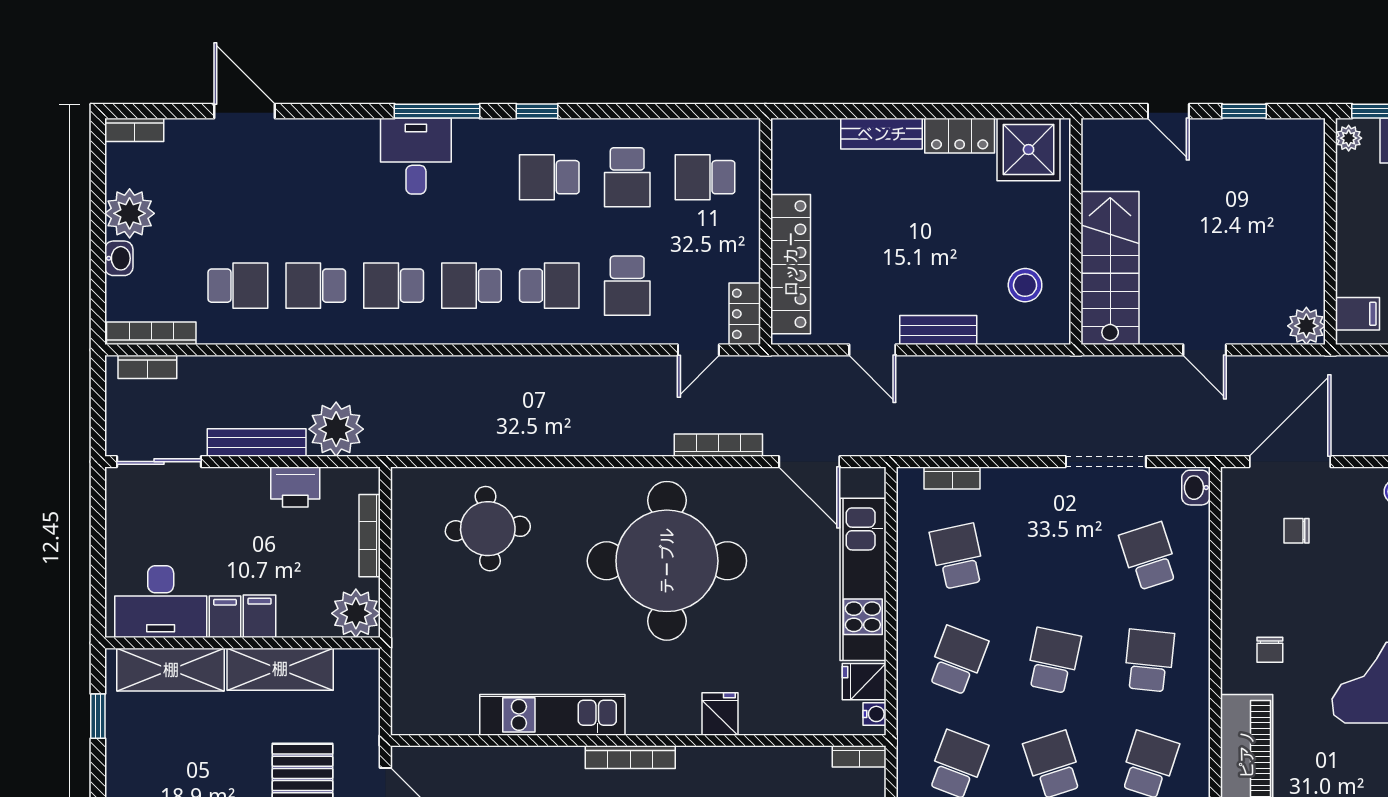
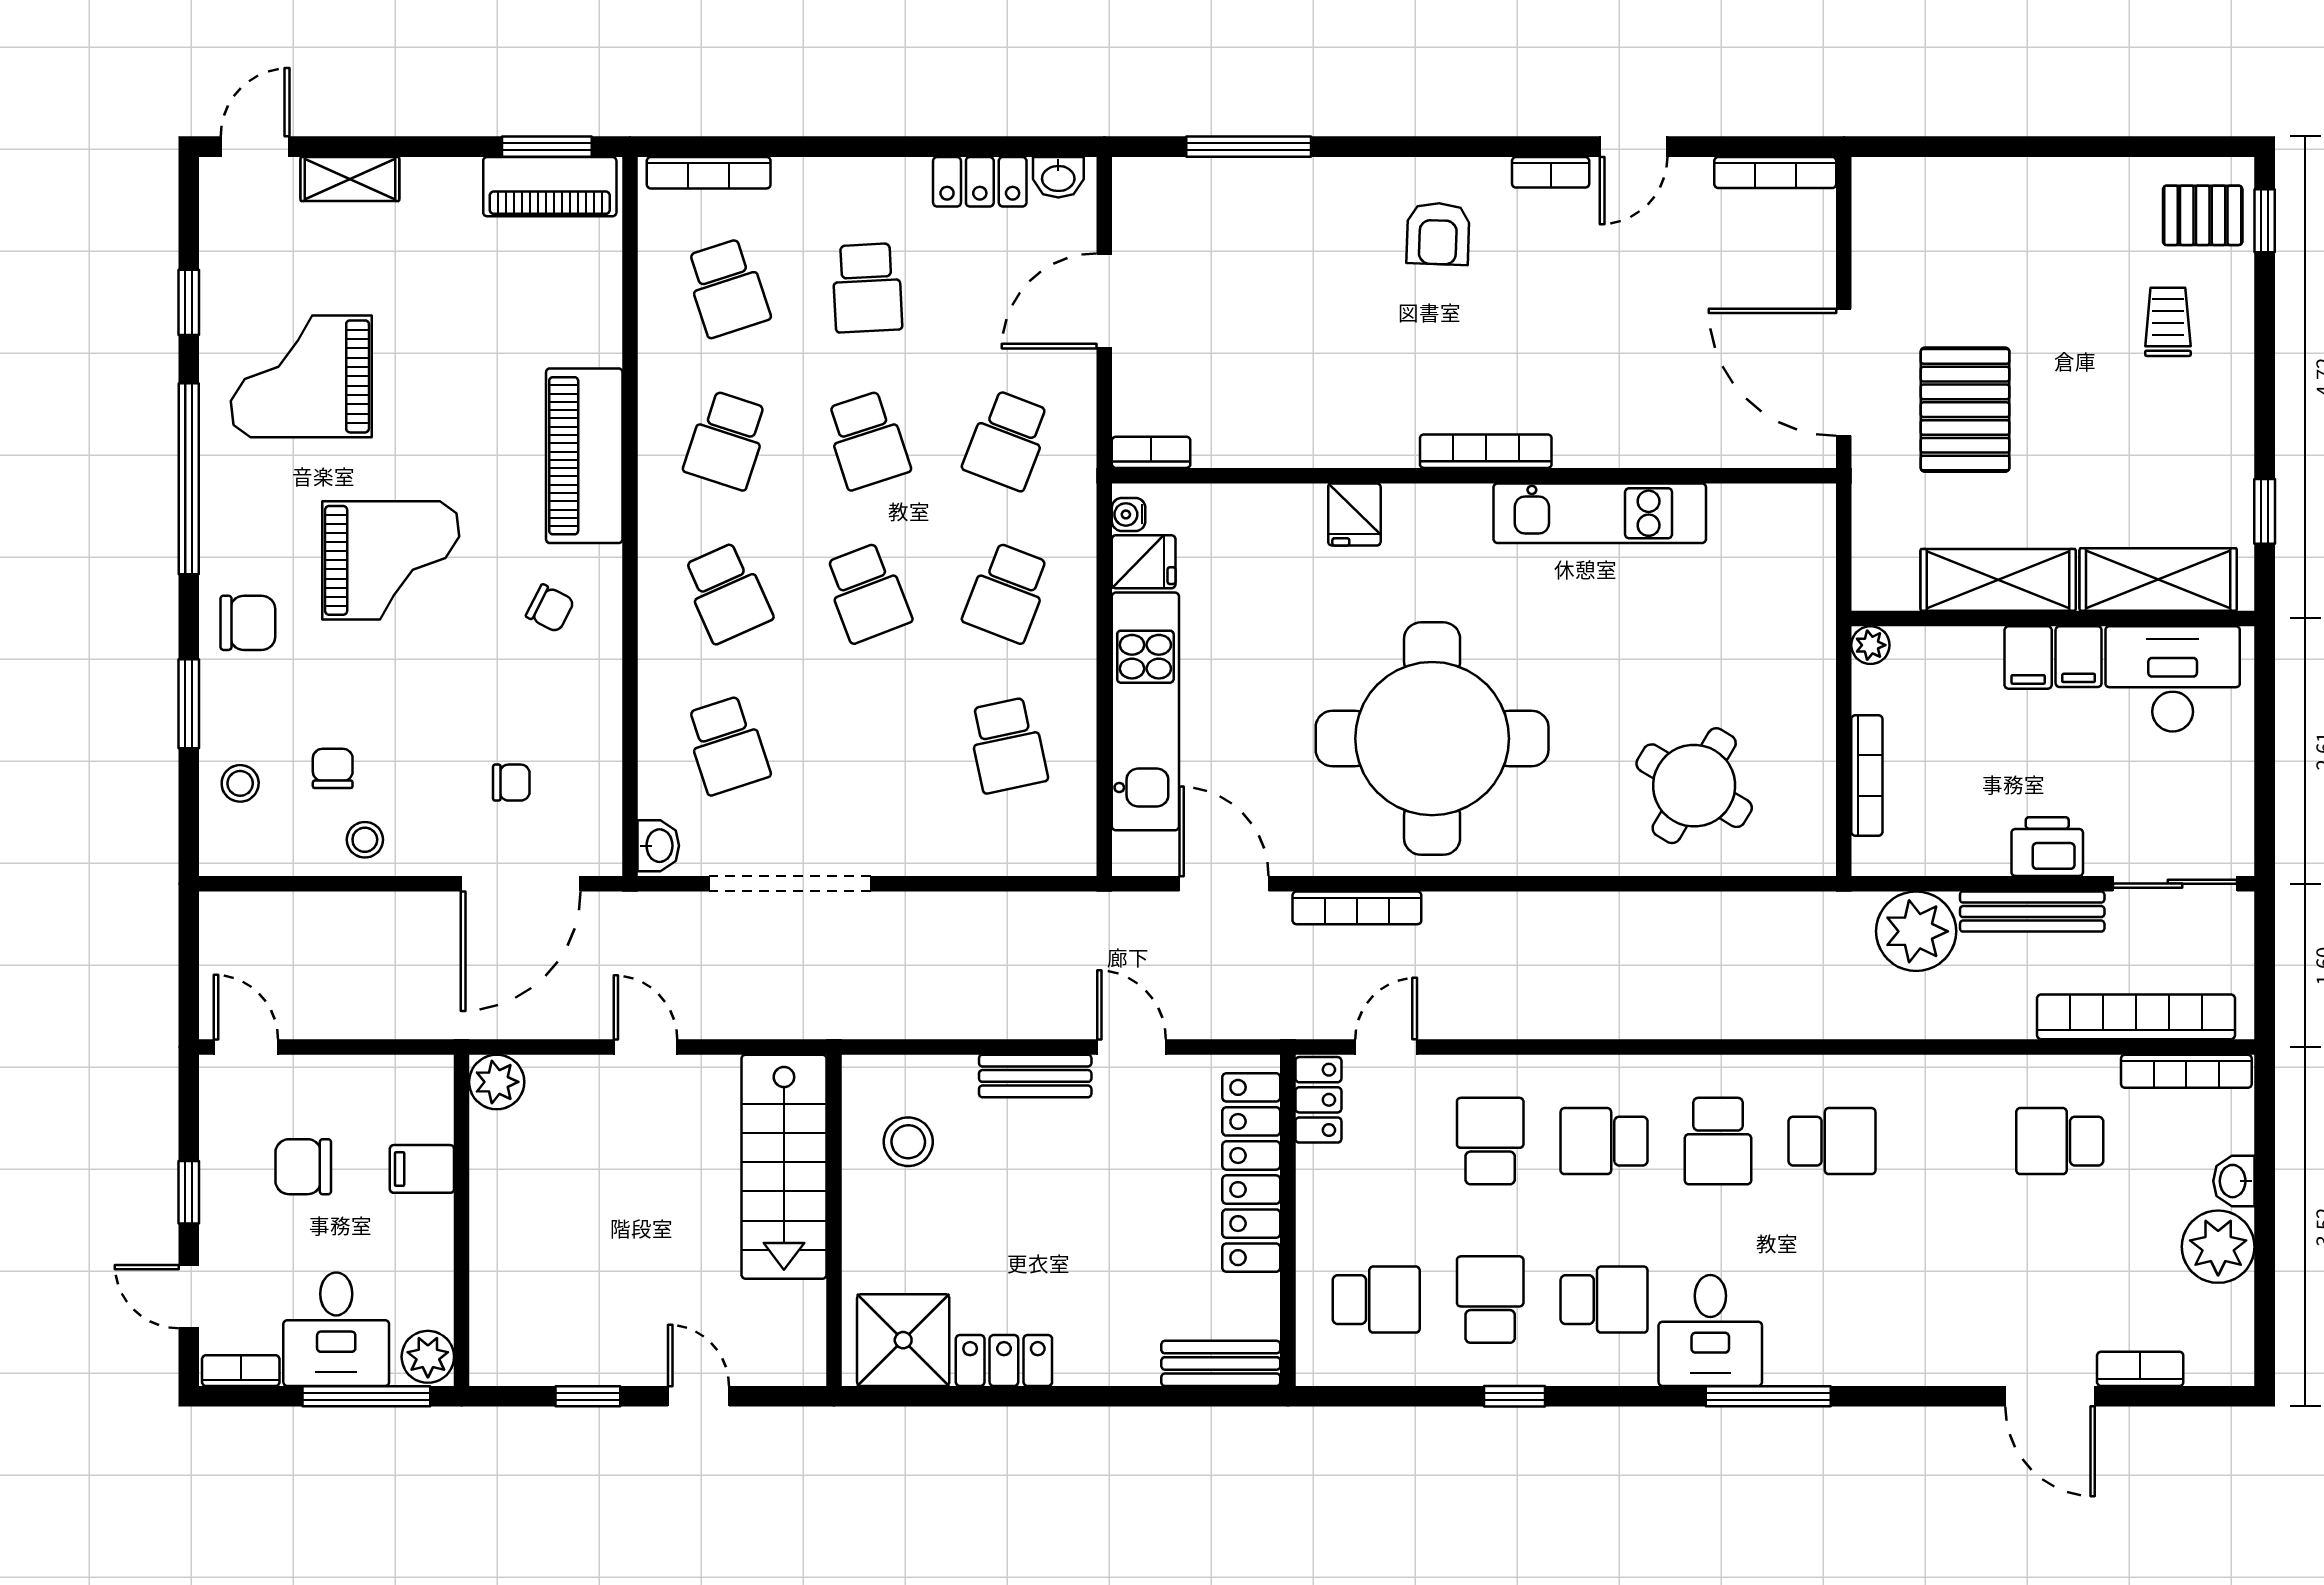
window: (537, 111) -> (1514, 1396), moved
bookcase: (134, 130) -> (2140, 1369), moved
bench: (882, 134) -> (1221, 1363), moved
plant: (1349, 138) -> (428, 1357), width x1.38, depth x1.38
desk: (416, 156) -> (1710, 1330), moved
school desk: (316, 286) -> (1946, 1141), removed
school desk: (471, 286) -> (1718, 1141), turned 90
filing cabinet: (1358, 314) -> (422, 1169), moved
bookcase: (147, 367) -> (2136, 1017), width x2.31, depth x1.31
doorway: (1106, 462) -> (790, 884), width x1.36
bookcase: (952, 478) -> (1015, 860), removed
printer: (295, 487) -> (2047, 847), moved
round table: (488, 529) -> (1694, 786), turned 35
plant: (356, 613) -> (1870, 645), width x0.53, depth x0.53
chair: (1270, 650) -> (550, 608), turned 117
school desk: (1053, 661) -> (867, 593), turned -33
school desk: (1149, 661) -> (727, 593), turned -30

